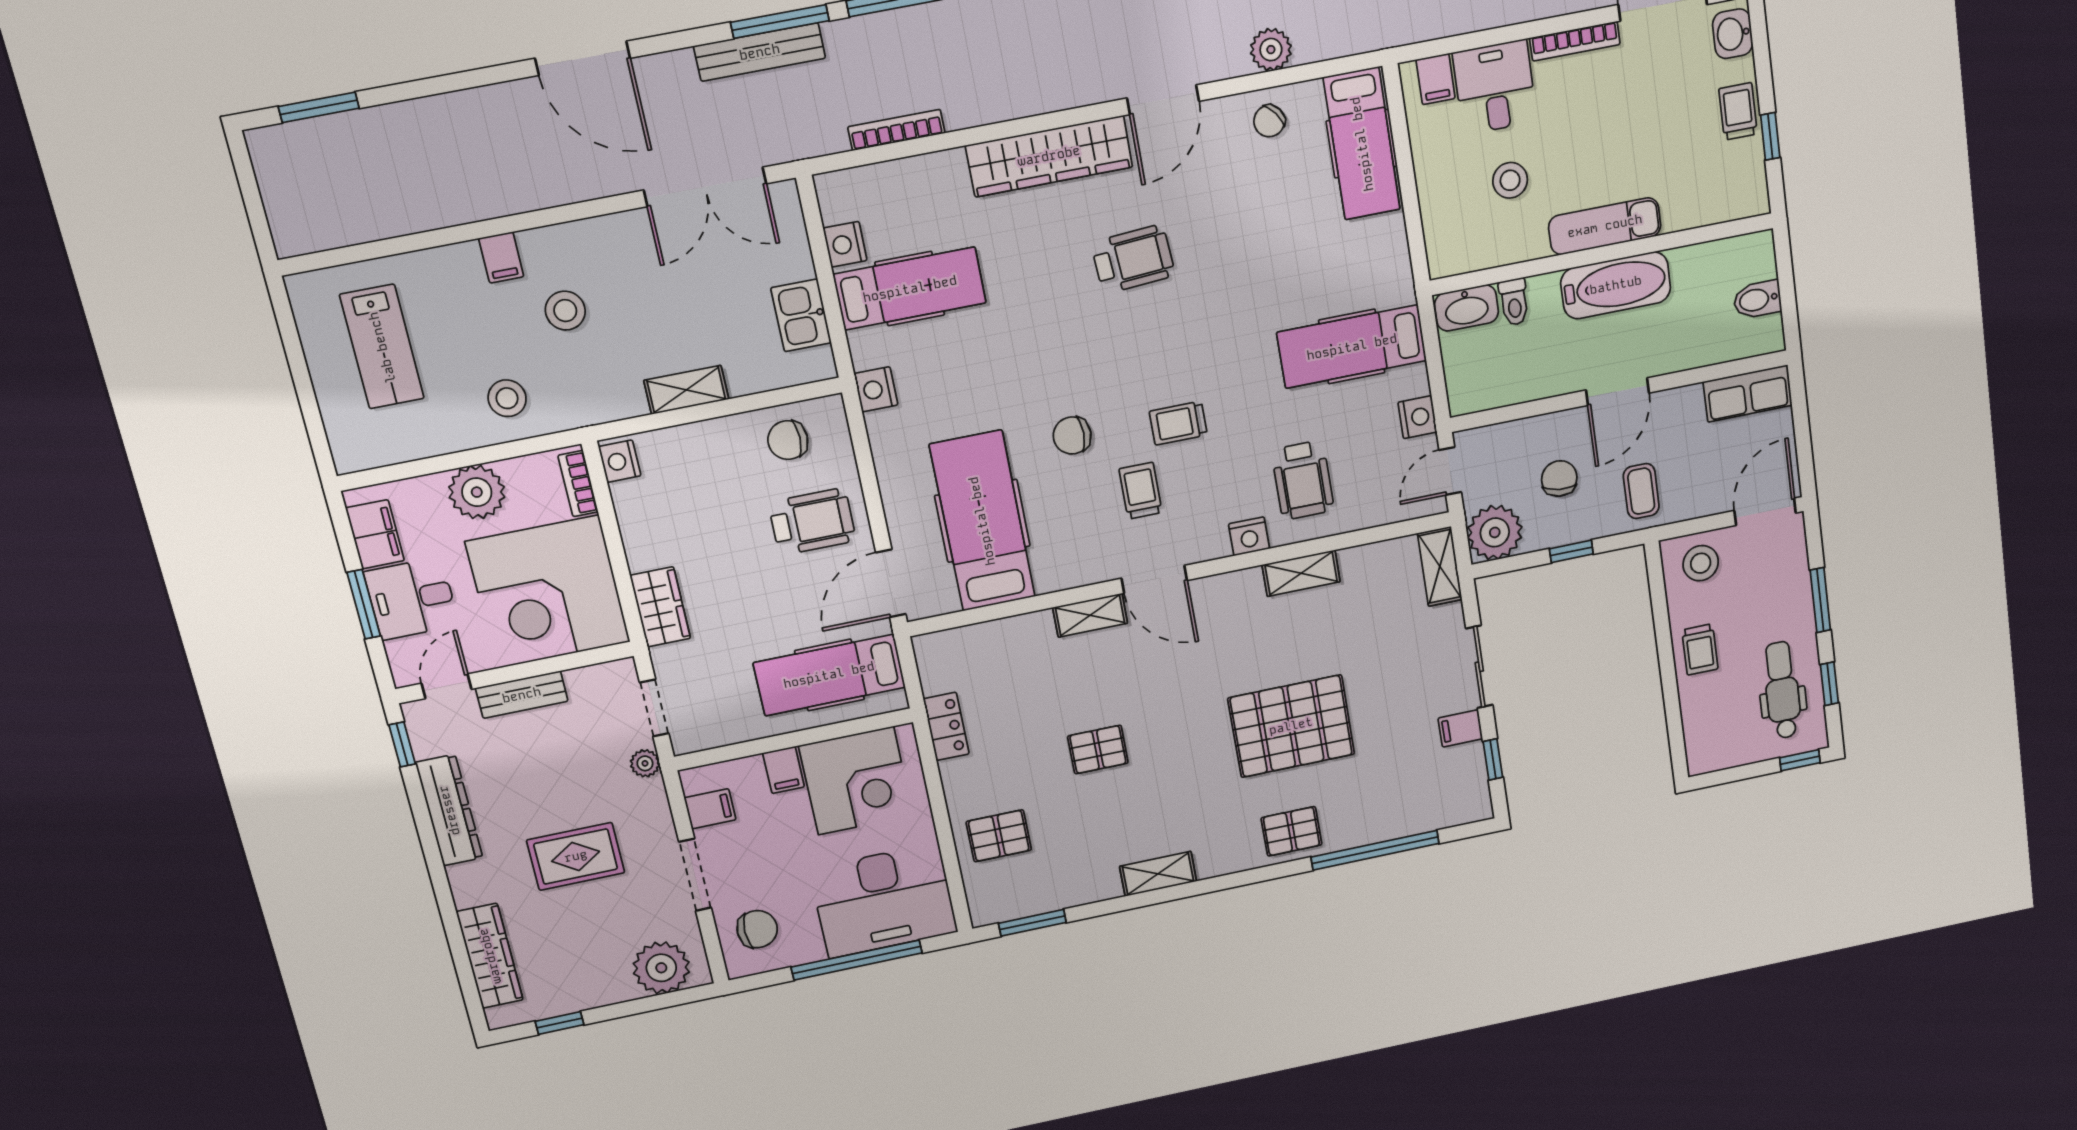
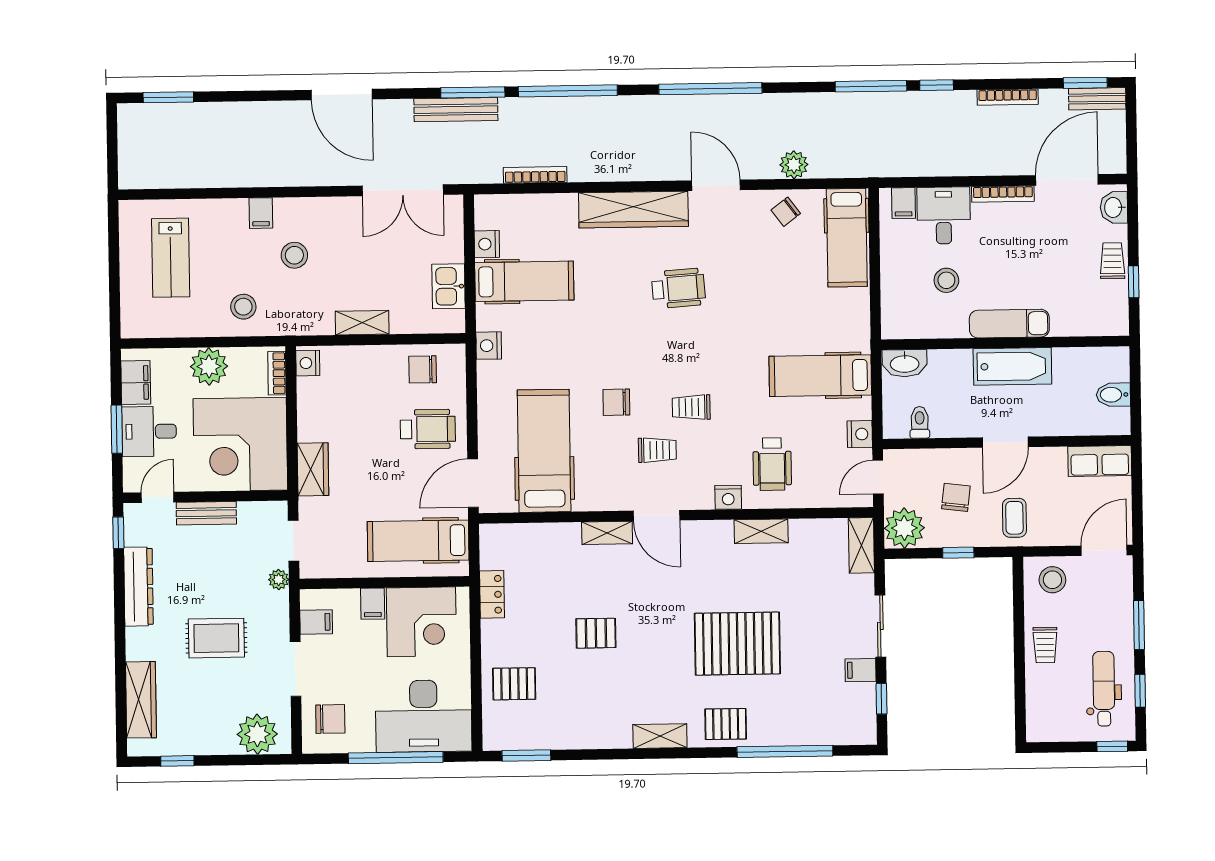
door: (1163, 100) -> (716, 185), swing flipped
toilet: (1514, 302) -> (920, 422), moved, turned 180
trolley: (1141, 491) -> (657, 450), turned 90
shelving: (1158, 874) -> (660, 736), moved

